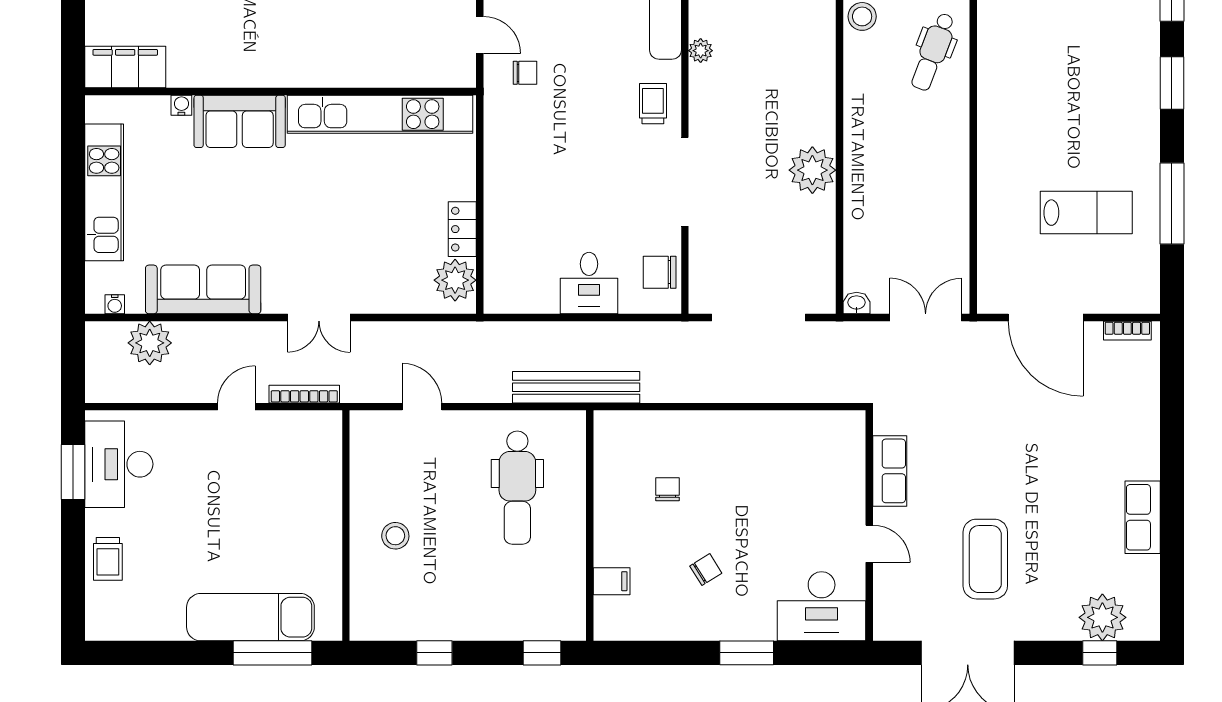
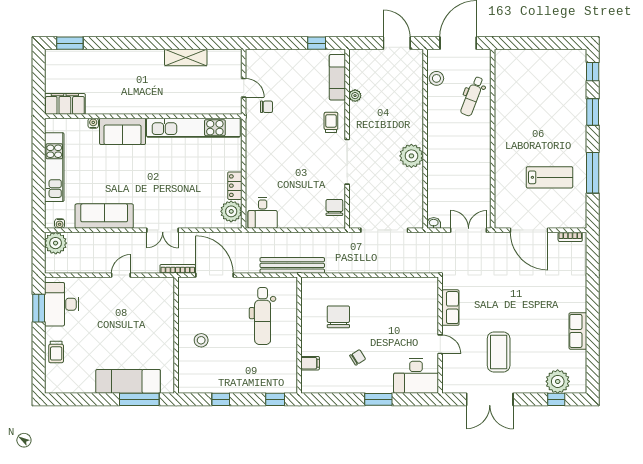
chair: (660, 272) -> (334, 207), turned 90
desk: (589, 283) -> (263, 213), moved
plant: (150, 343) -> (56, 243), moved
bookcase: (304, 394) -> (178, 269), moved
door: (422, 407) -> (215, 275), width x1.87
chair: (668, 489) -> (338, 317), width x1.87, depth x1.87

